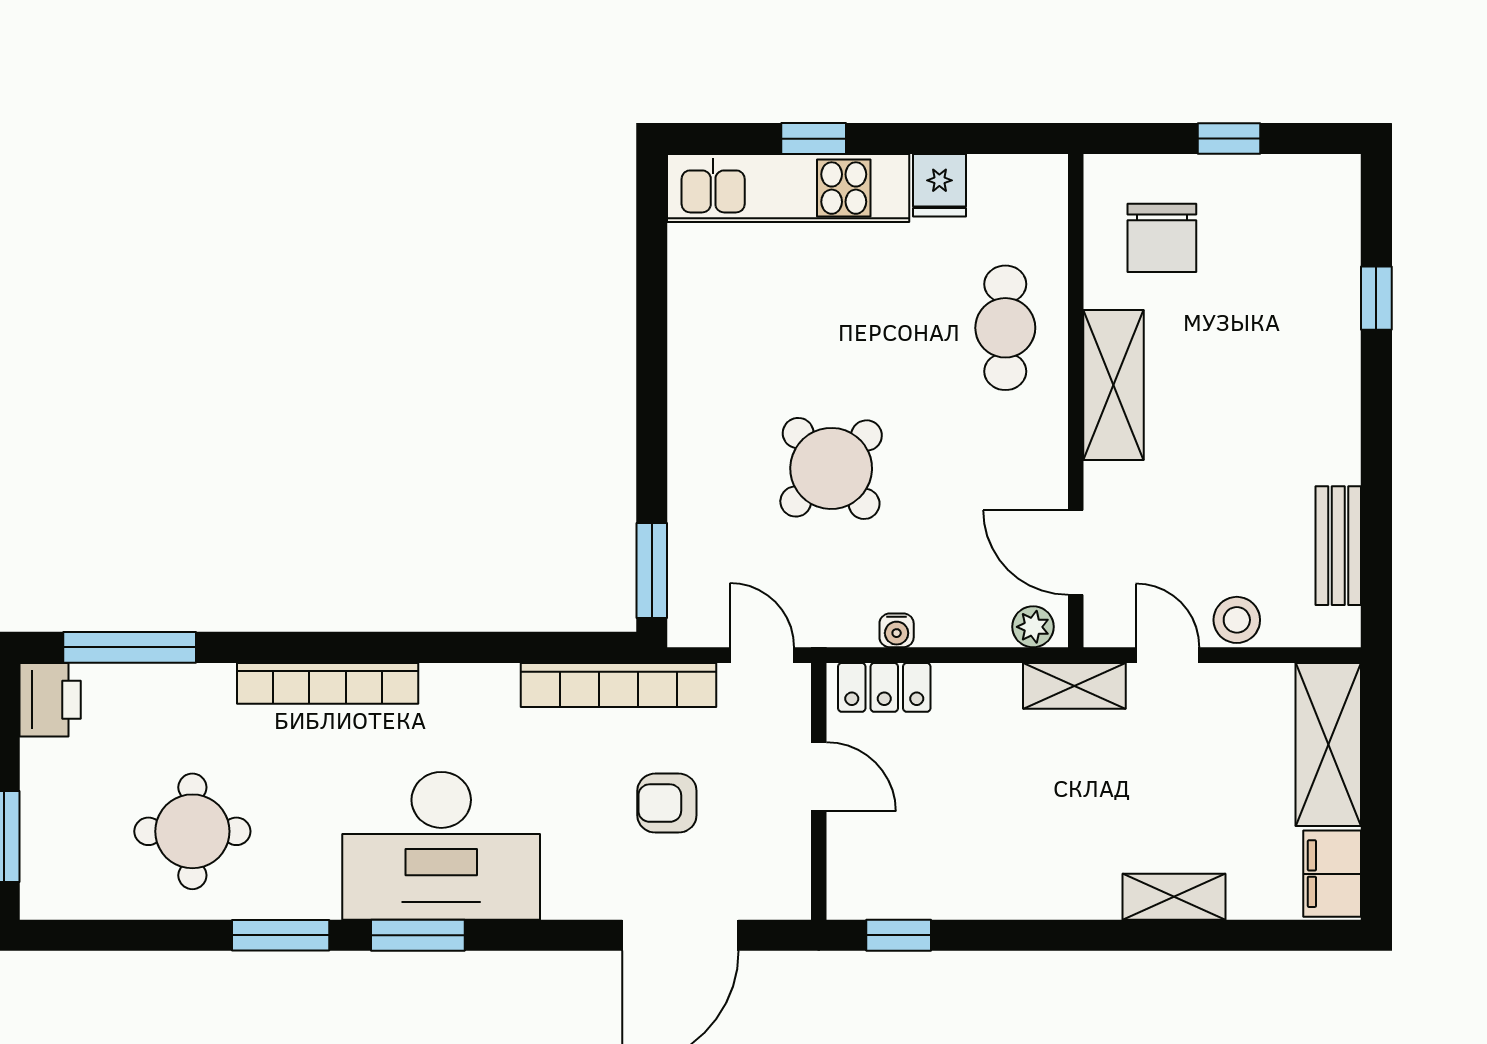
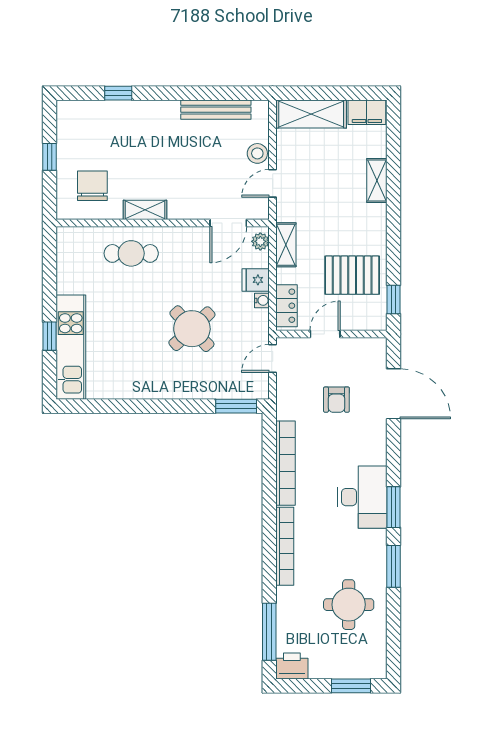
fridge: (939, 185) -> (256, 280), moved, turned 180
chair: (1162, 238) -> (92, 186), turned -90
shelving: (1114, 385) -> (145, 210), width x0.67, depth x0.75
bench: (1338, 546) -> (216, 110), width x1.36
bookcase: (618, 685) -> (285, 463), moved
shelving: (1074, 686) -> (286, 245), moved
pallet: (955, 839) -> (352, 275), added
desk: (441, 846) -> (362, 497), width x0.73, depth x0.77

